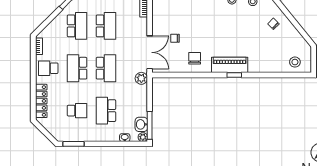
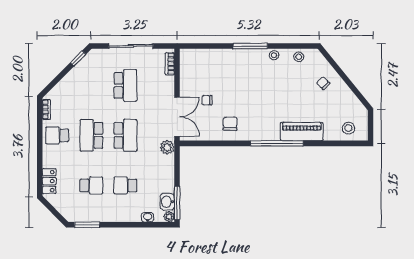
school desk: (77, 26) -> (91, 85), removed
piano: (230, 65) -> (302, 131), moved
window: (234, 75) -> (277, 143), width x3.17
locker: (41, 101) -> (49, 181), width x0.66
school desk: (106, 111) -> (125, 185), width x0.54

